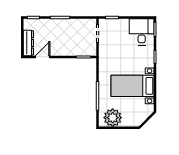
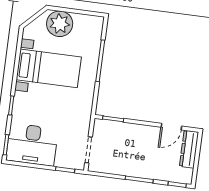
desk: (142, 32) -> (32, 145), width x1.37
plant: (113, 118) -> (60, 24), moved

